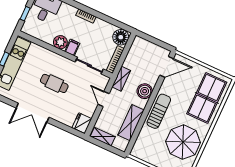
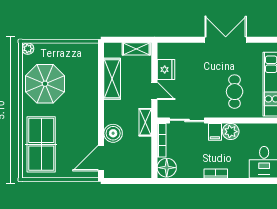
cafe table: (54, 83) -> (235, 92), moved, turned 90
boiler: (145, 91) -> (113, 133), moved
sun lounger: (159, 111) -> (87, 105), removed
fridge: (82, 123) -> (166, 70), moved

